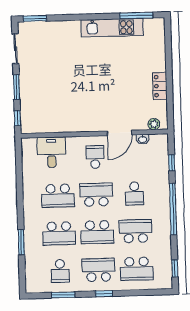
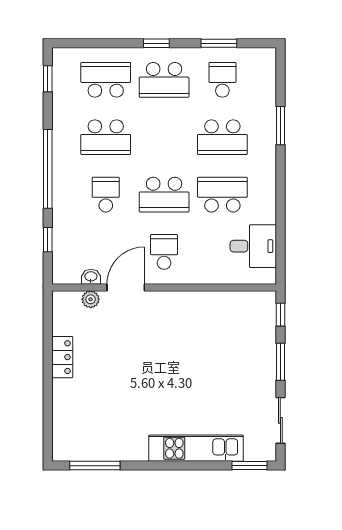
kitchen unit: (112, 28) -> (196, 448), moved
plant: (154, 124) -> (91, 299), moved
desk: (52, 152) -> (253, 246), moved, turned -90
school desk: (95, 157) -> (164, 252), turned 180
school desk: (97, 232) -> (164, 137), removed
school desk: (59, 233) -> (222, 137), turned 180

